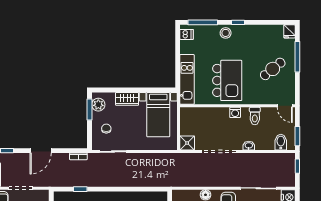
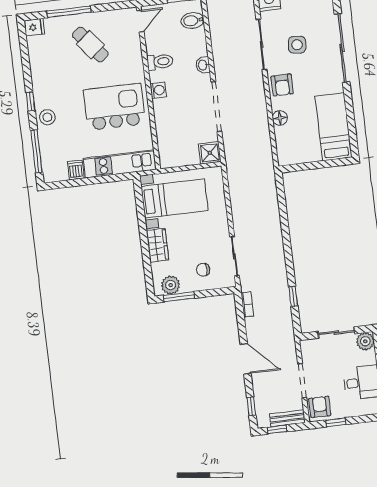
dishwasher: (187, 34) -> (76, 170), moved

